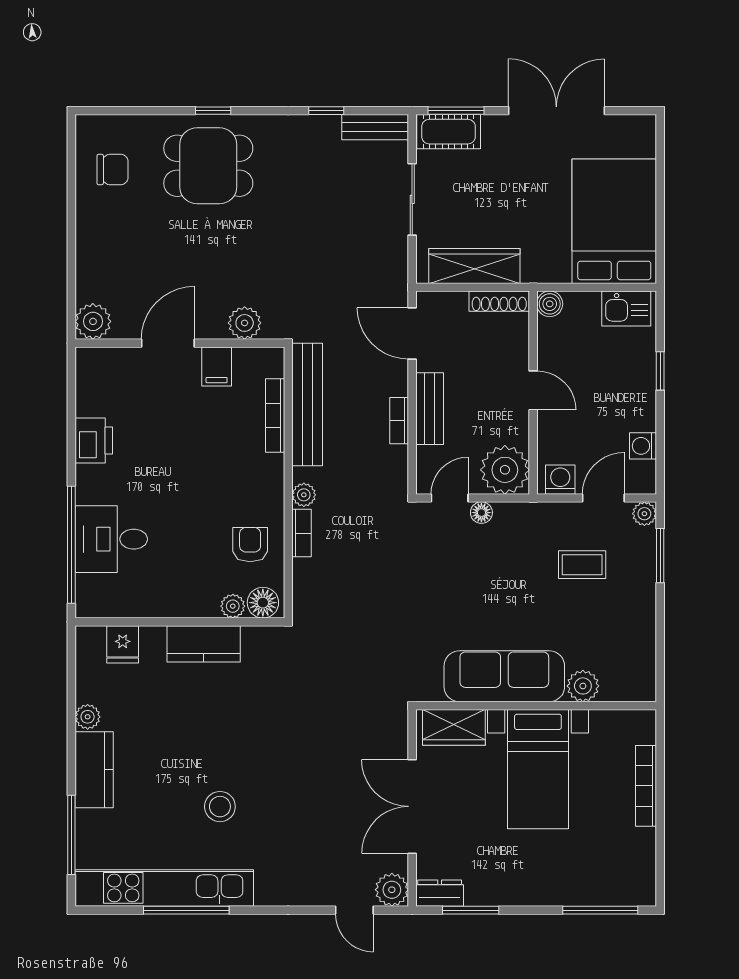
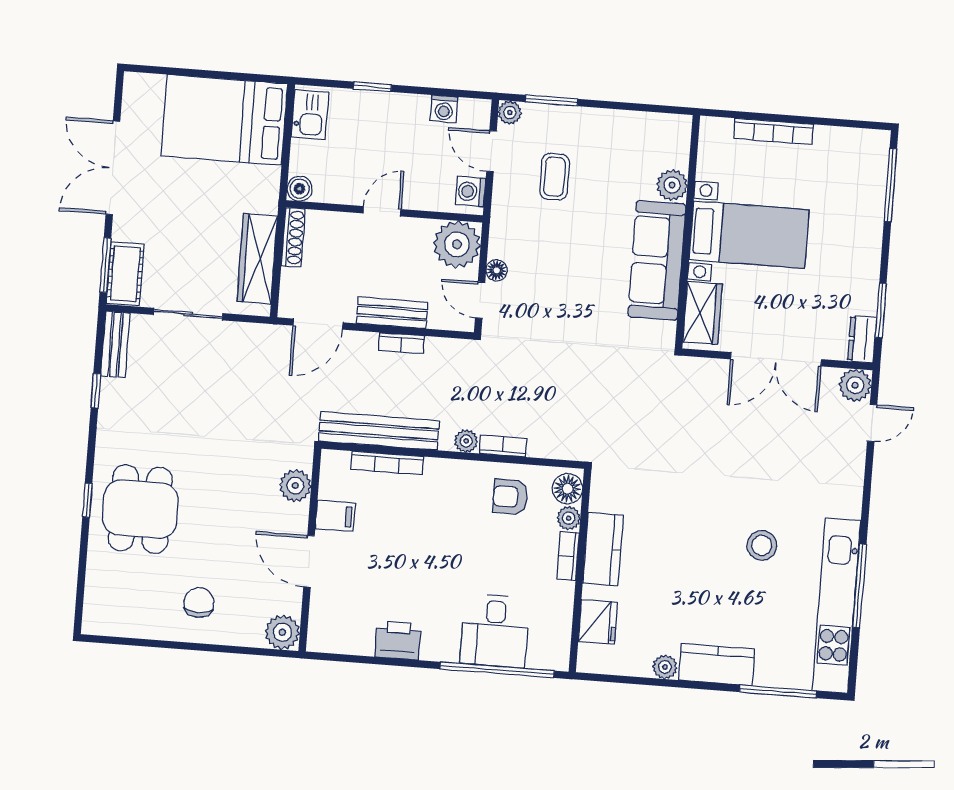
chair: (113, 169) -> (199, 603), moved
bookcase: (194, 608) -> (568, 556), added
fridge: (123, 644) -> (598, 622), width x1.38

